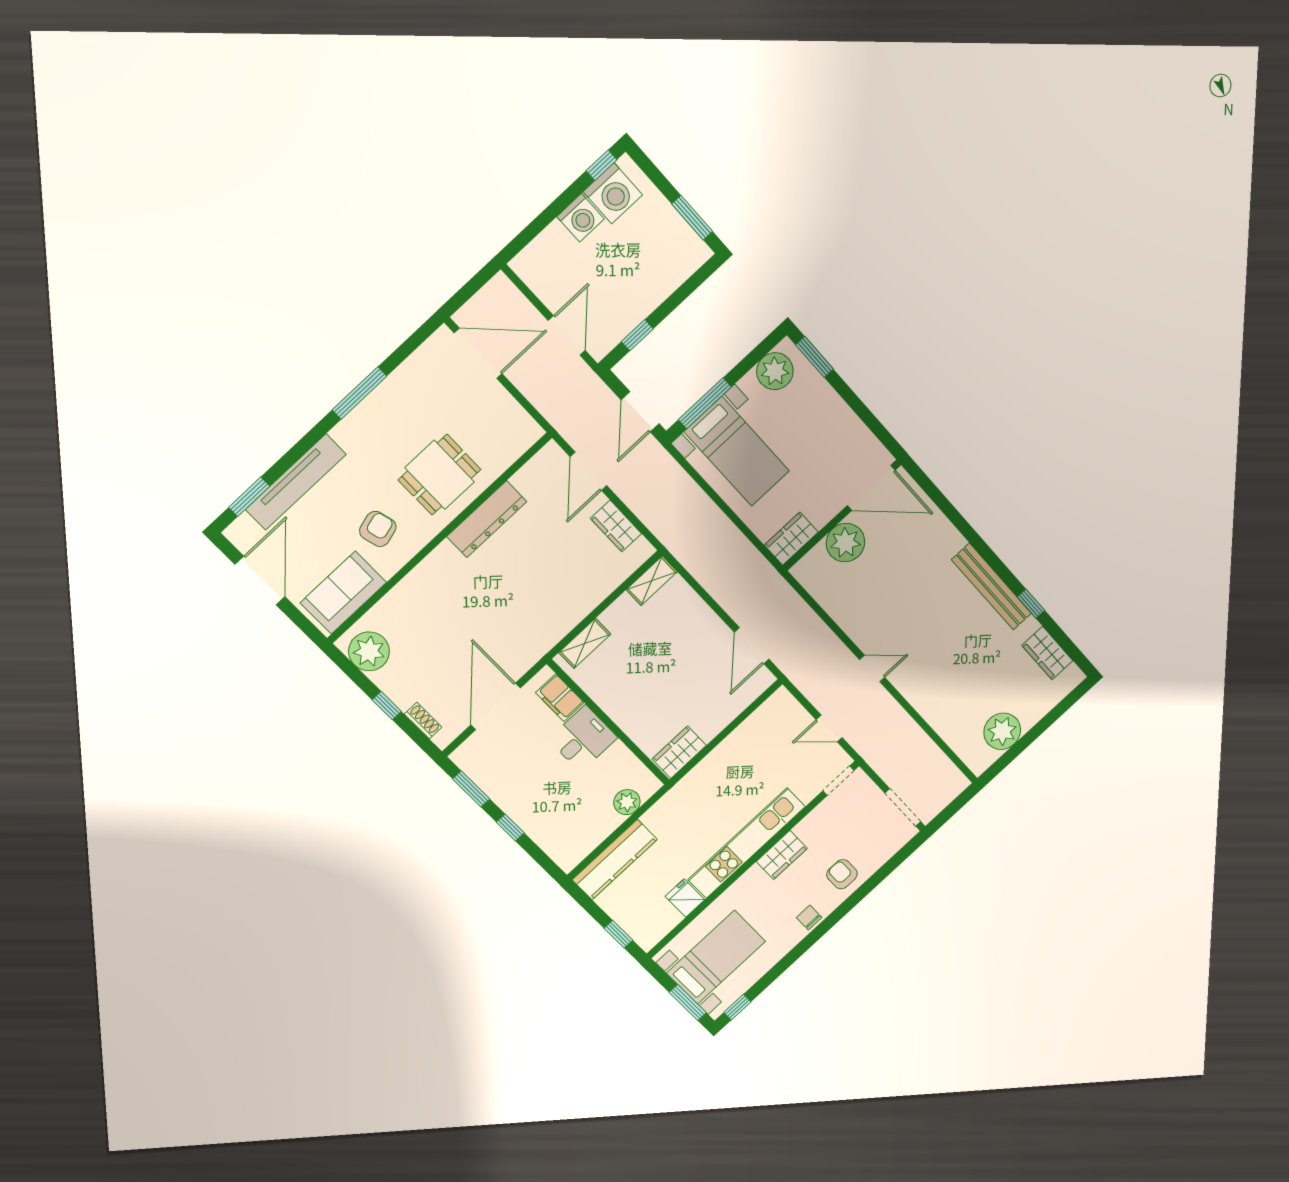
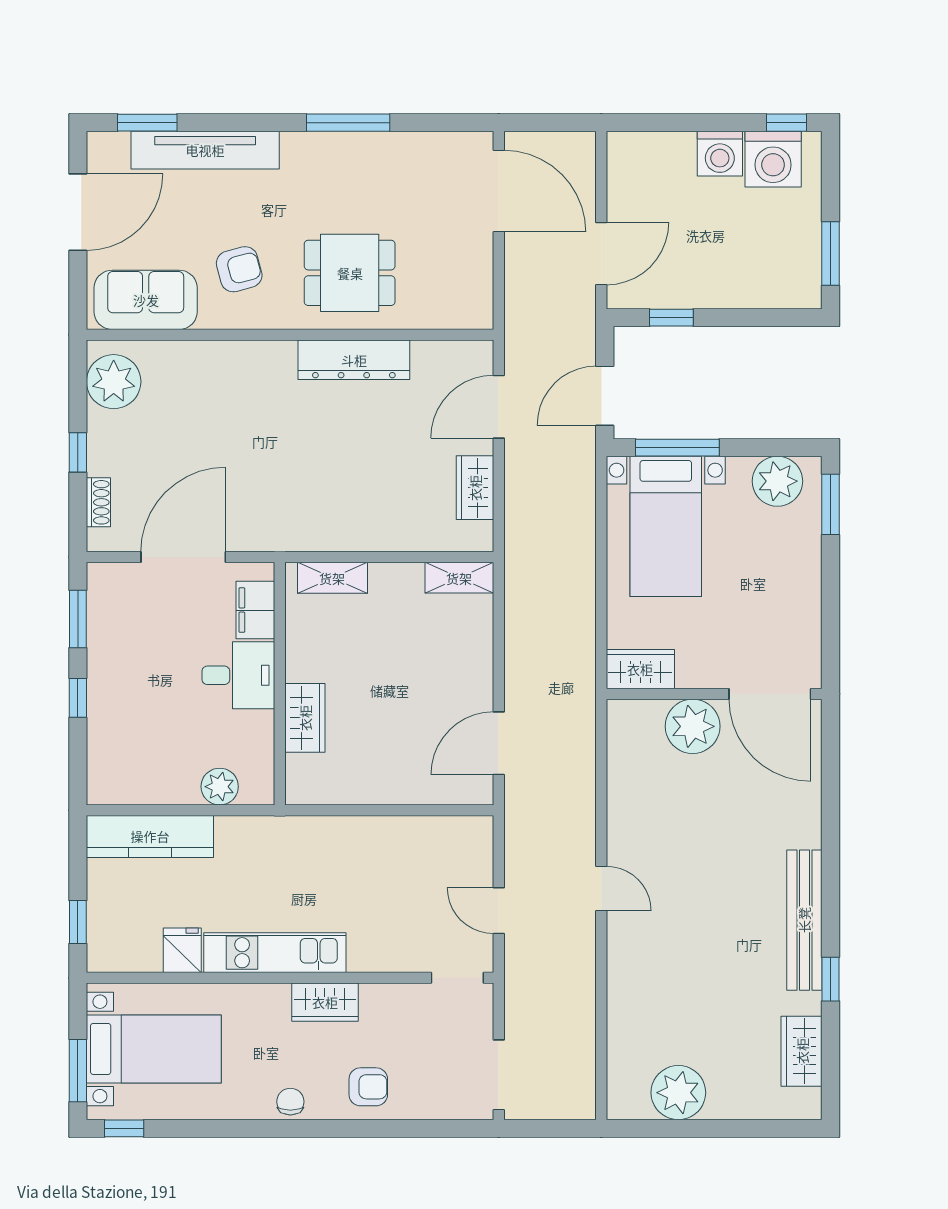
wardrobe: (679, 752) -> (305, 718), moved, turned 90
kitchen unit: (747, 843) -> (275, 953), width x0.73
armchair: (842, 874) -> (368, 1087), turned 90

